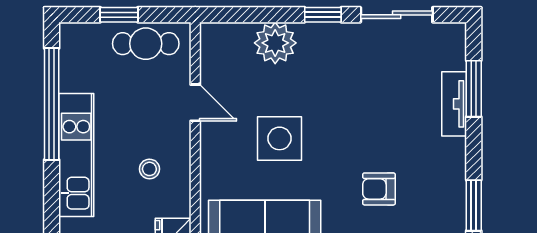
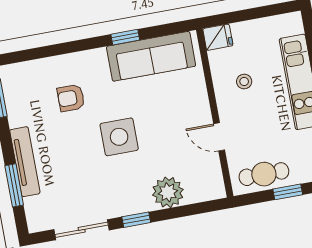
tv unit: (454, 104) -> (25, 162), width x1.41
side table: (280, 138) -> (119, 137), moved
armchair: (379, 189) -> (71, 98), turned 180

